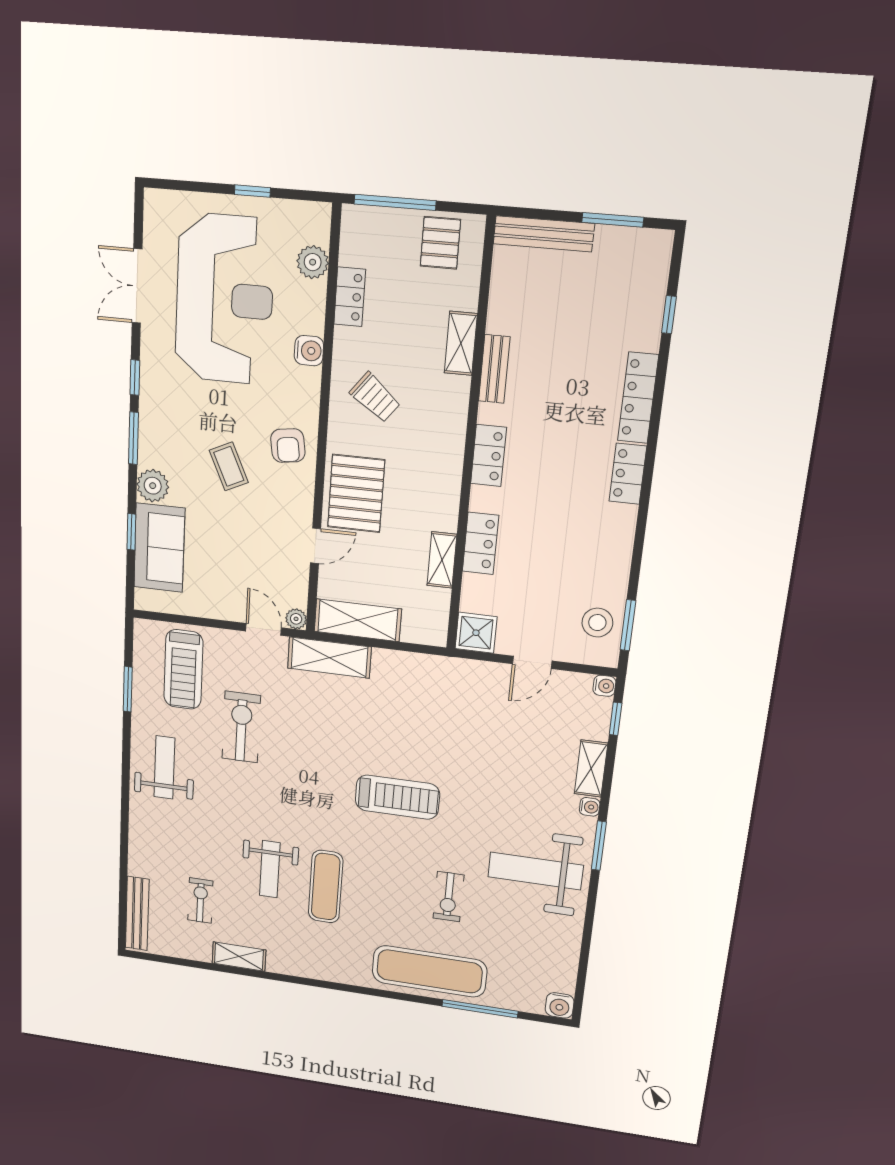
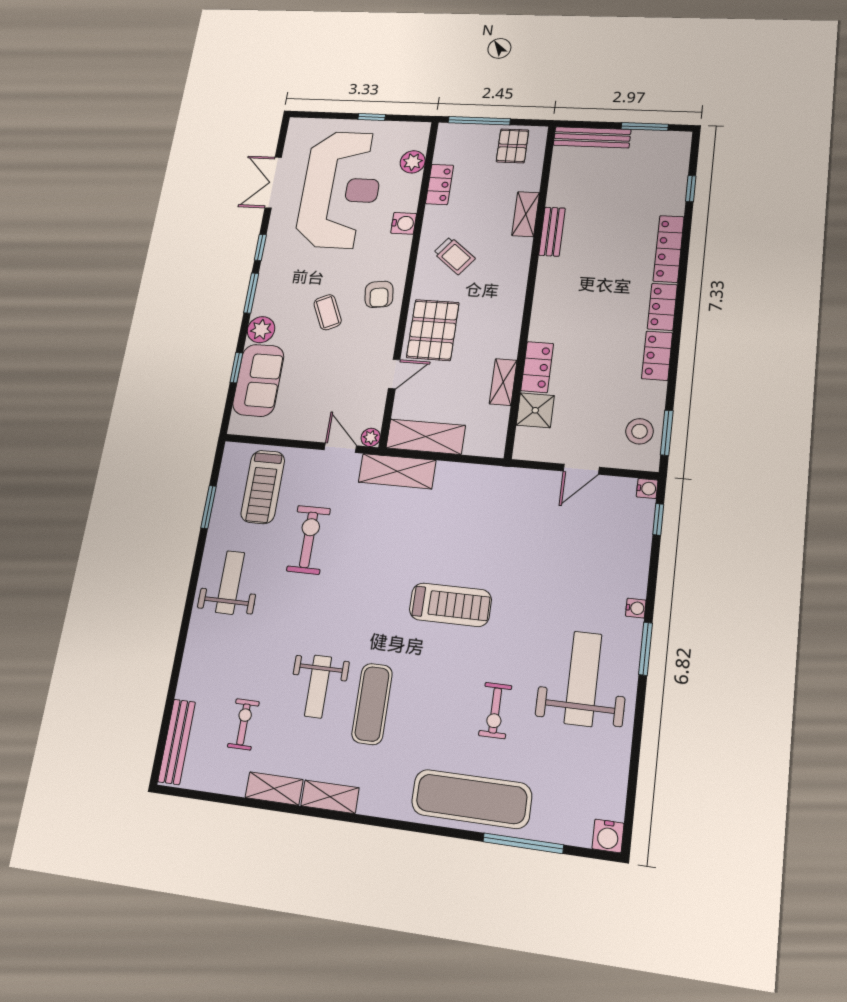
locker: (489, 456) -> (657, 356), moved, turned 180
shower: (476, 633) -> (535, 410), moved
shelving: (591, 769) -> (330, 797), moved, turned 90
weight bench: (535, 871) -> (583, 679), turned 90

